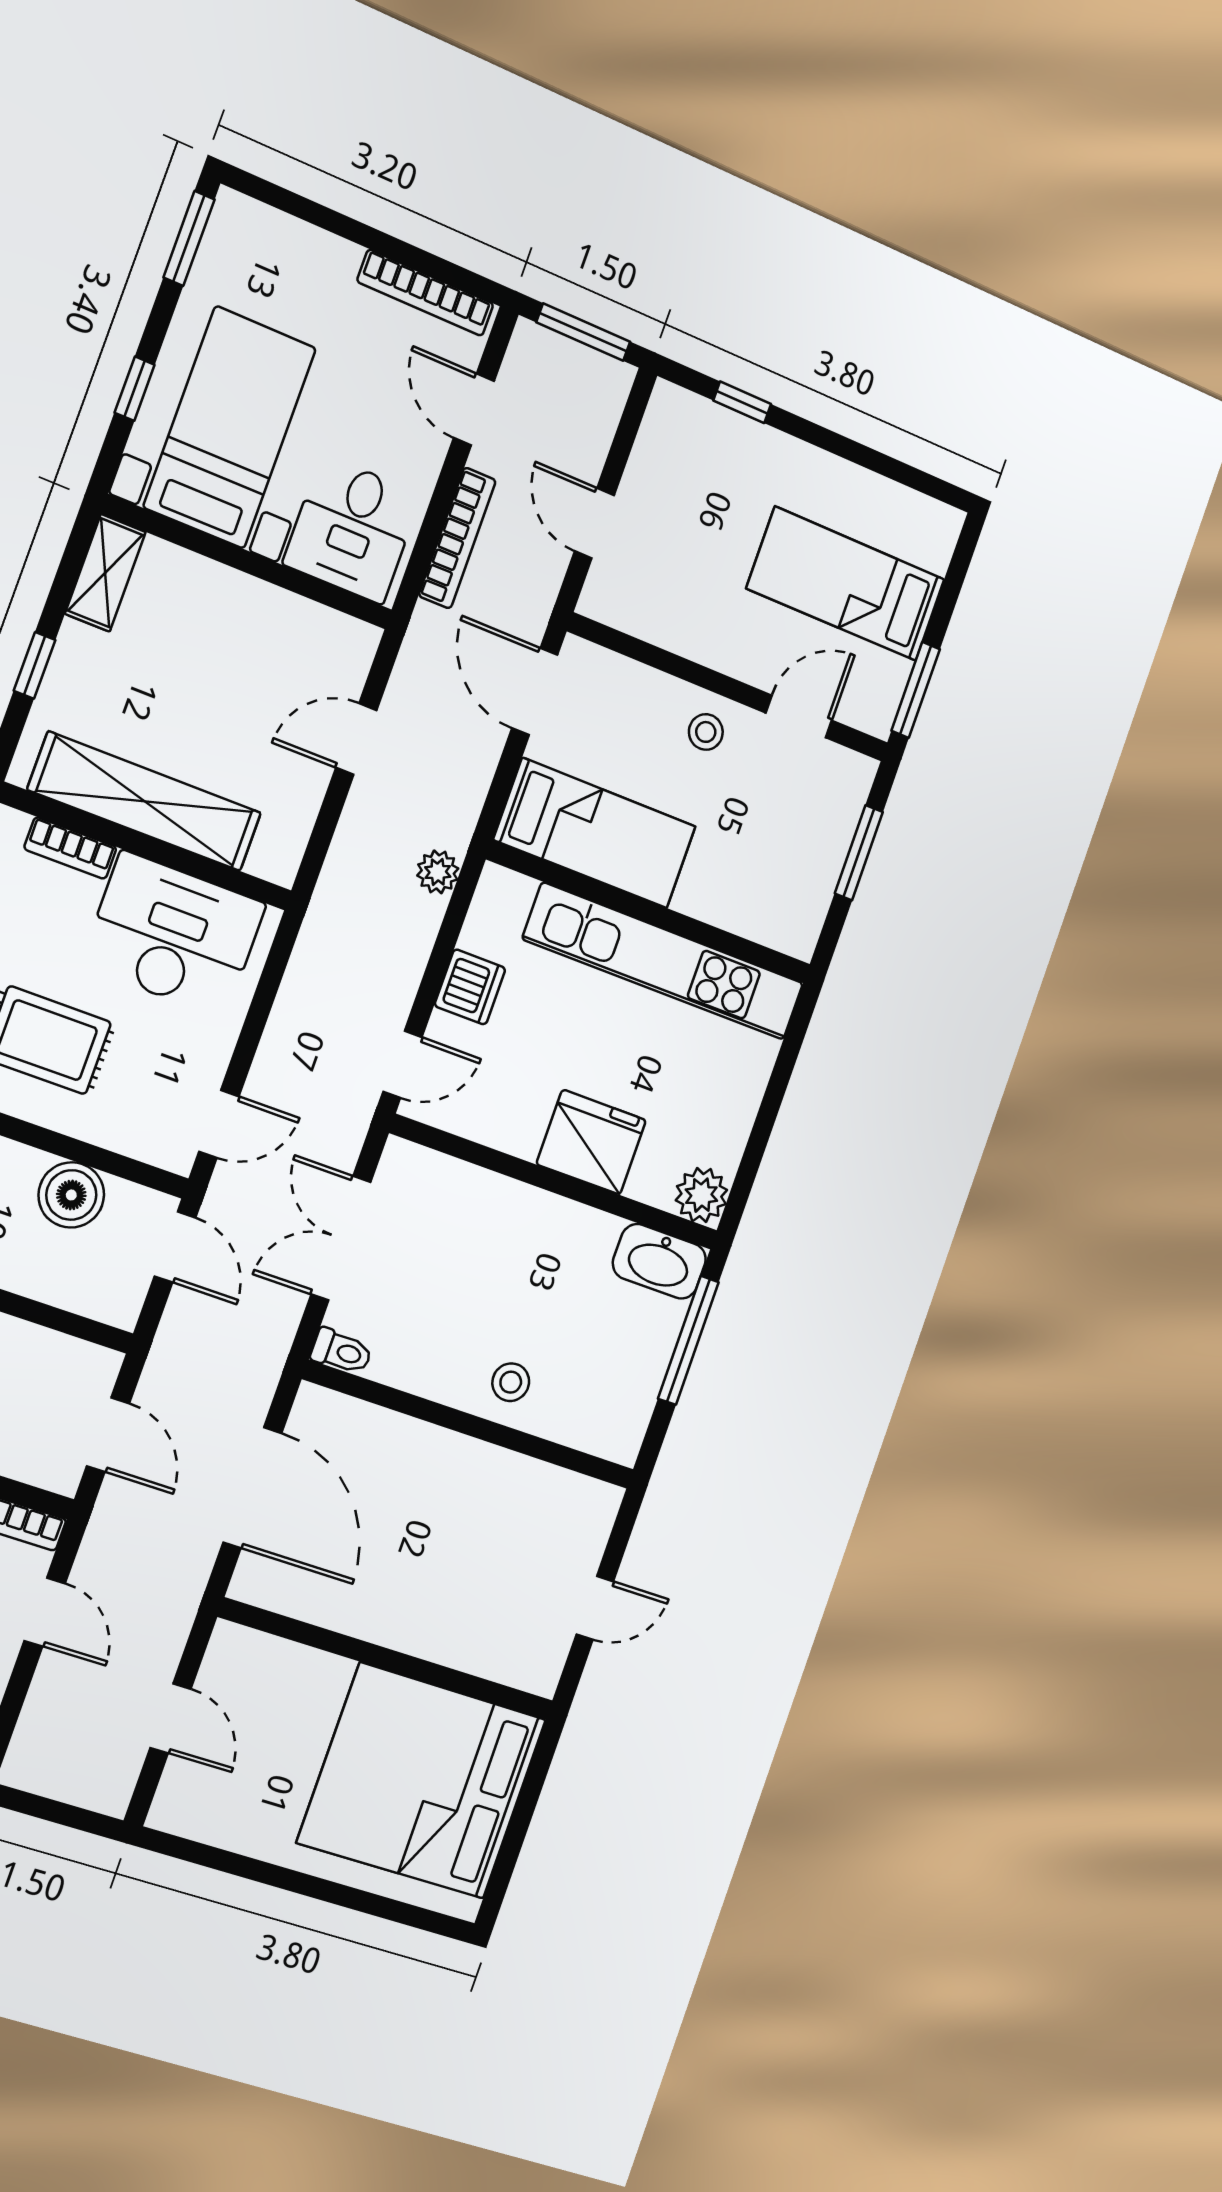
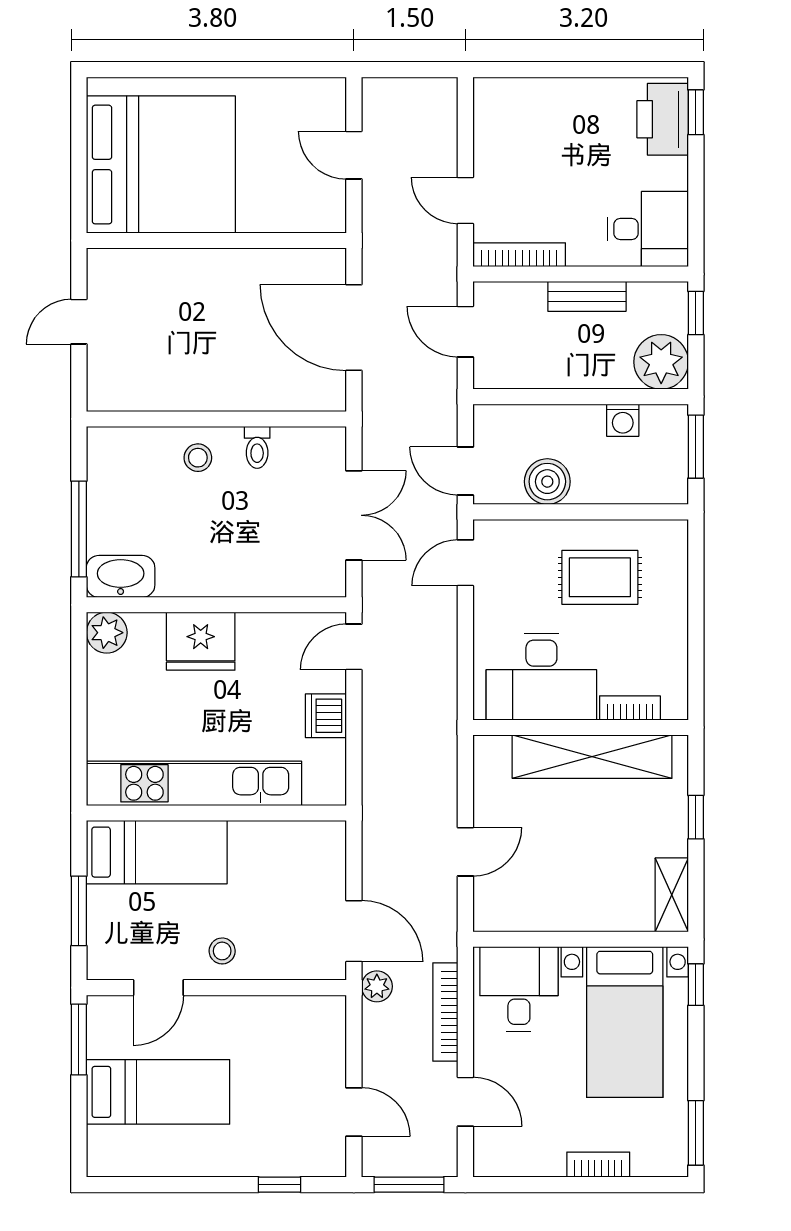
bookcase: (425, 293) -> (598, 1165), moved, width x0.64
window: (135, 389) -> (696, 985), moved
door: (594, 523) -> (354, 1112), moved
bed: (595, 833) -> (157, 852), moved, turned 180
plant: (438, 872) -> (377, 986), moved
toilet: (341, 1351) -> (257, 447), moved, turned -90

